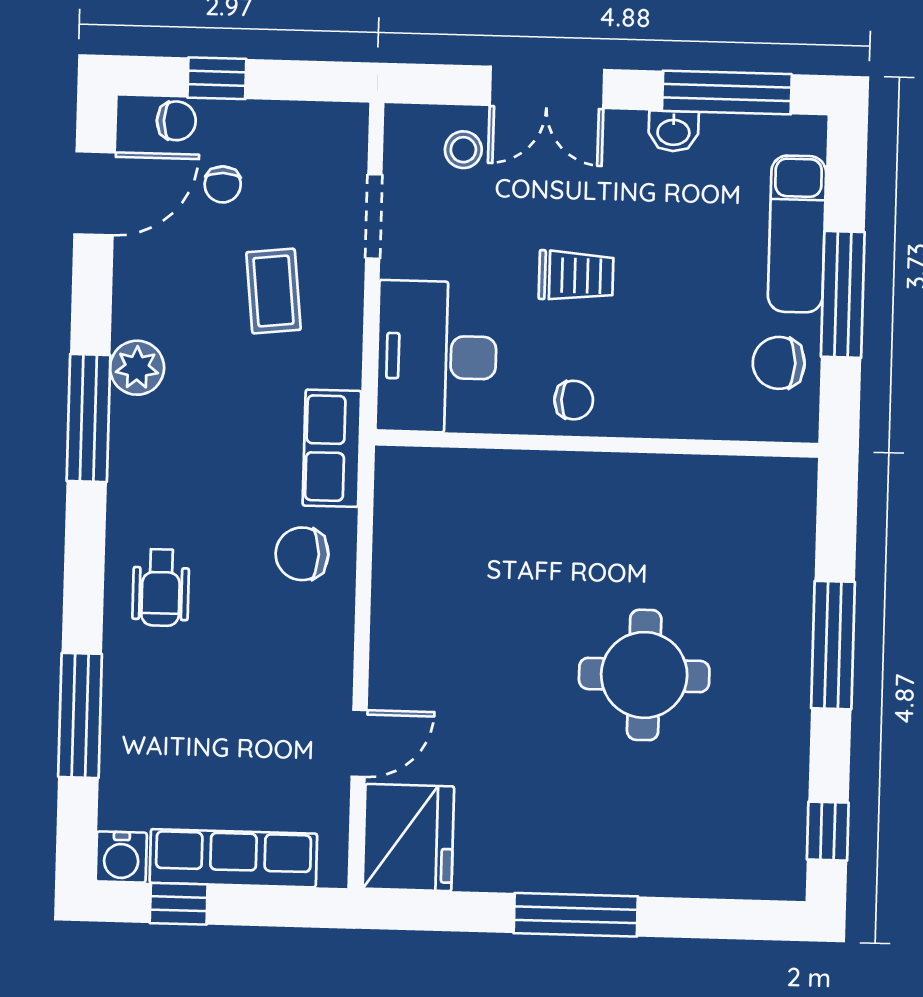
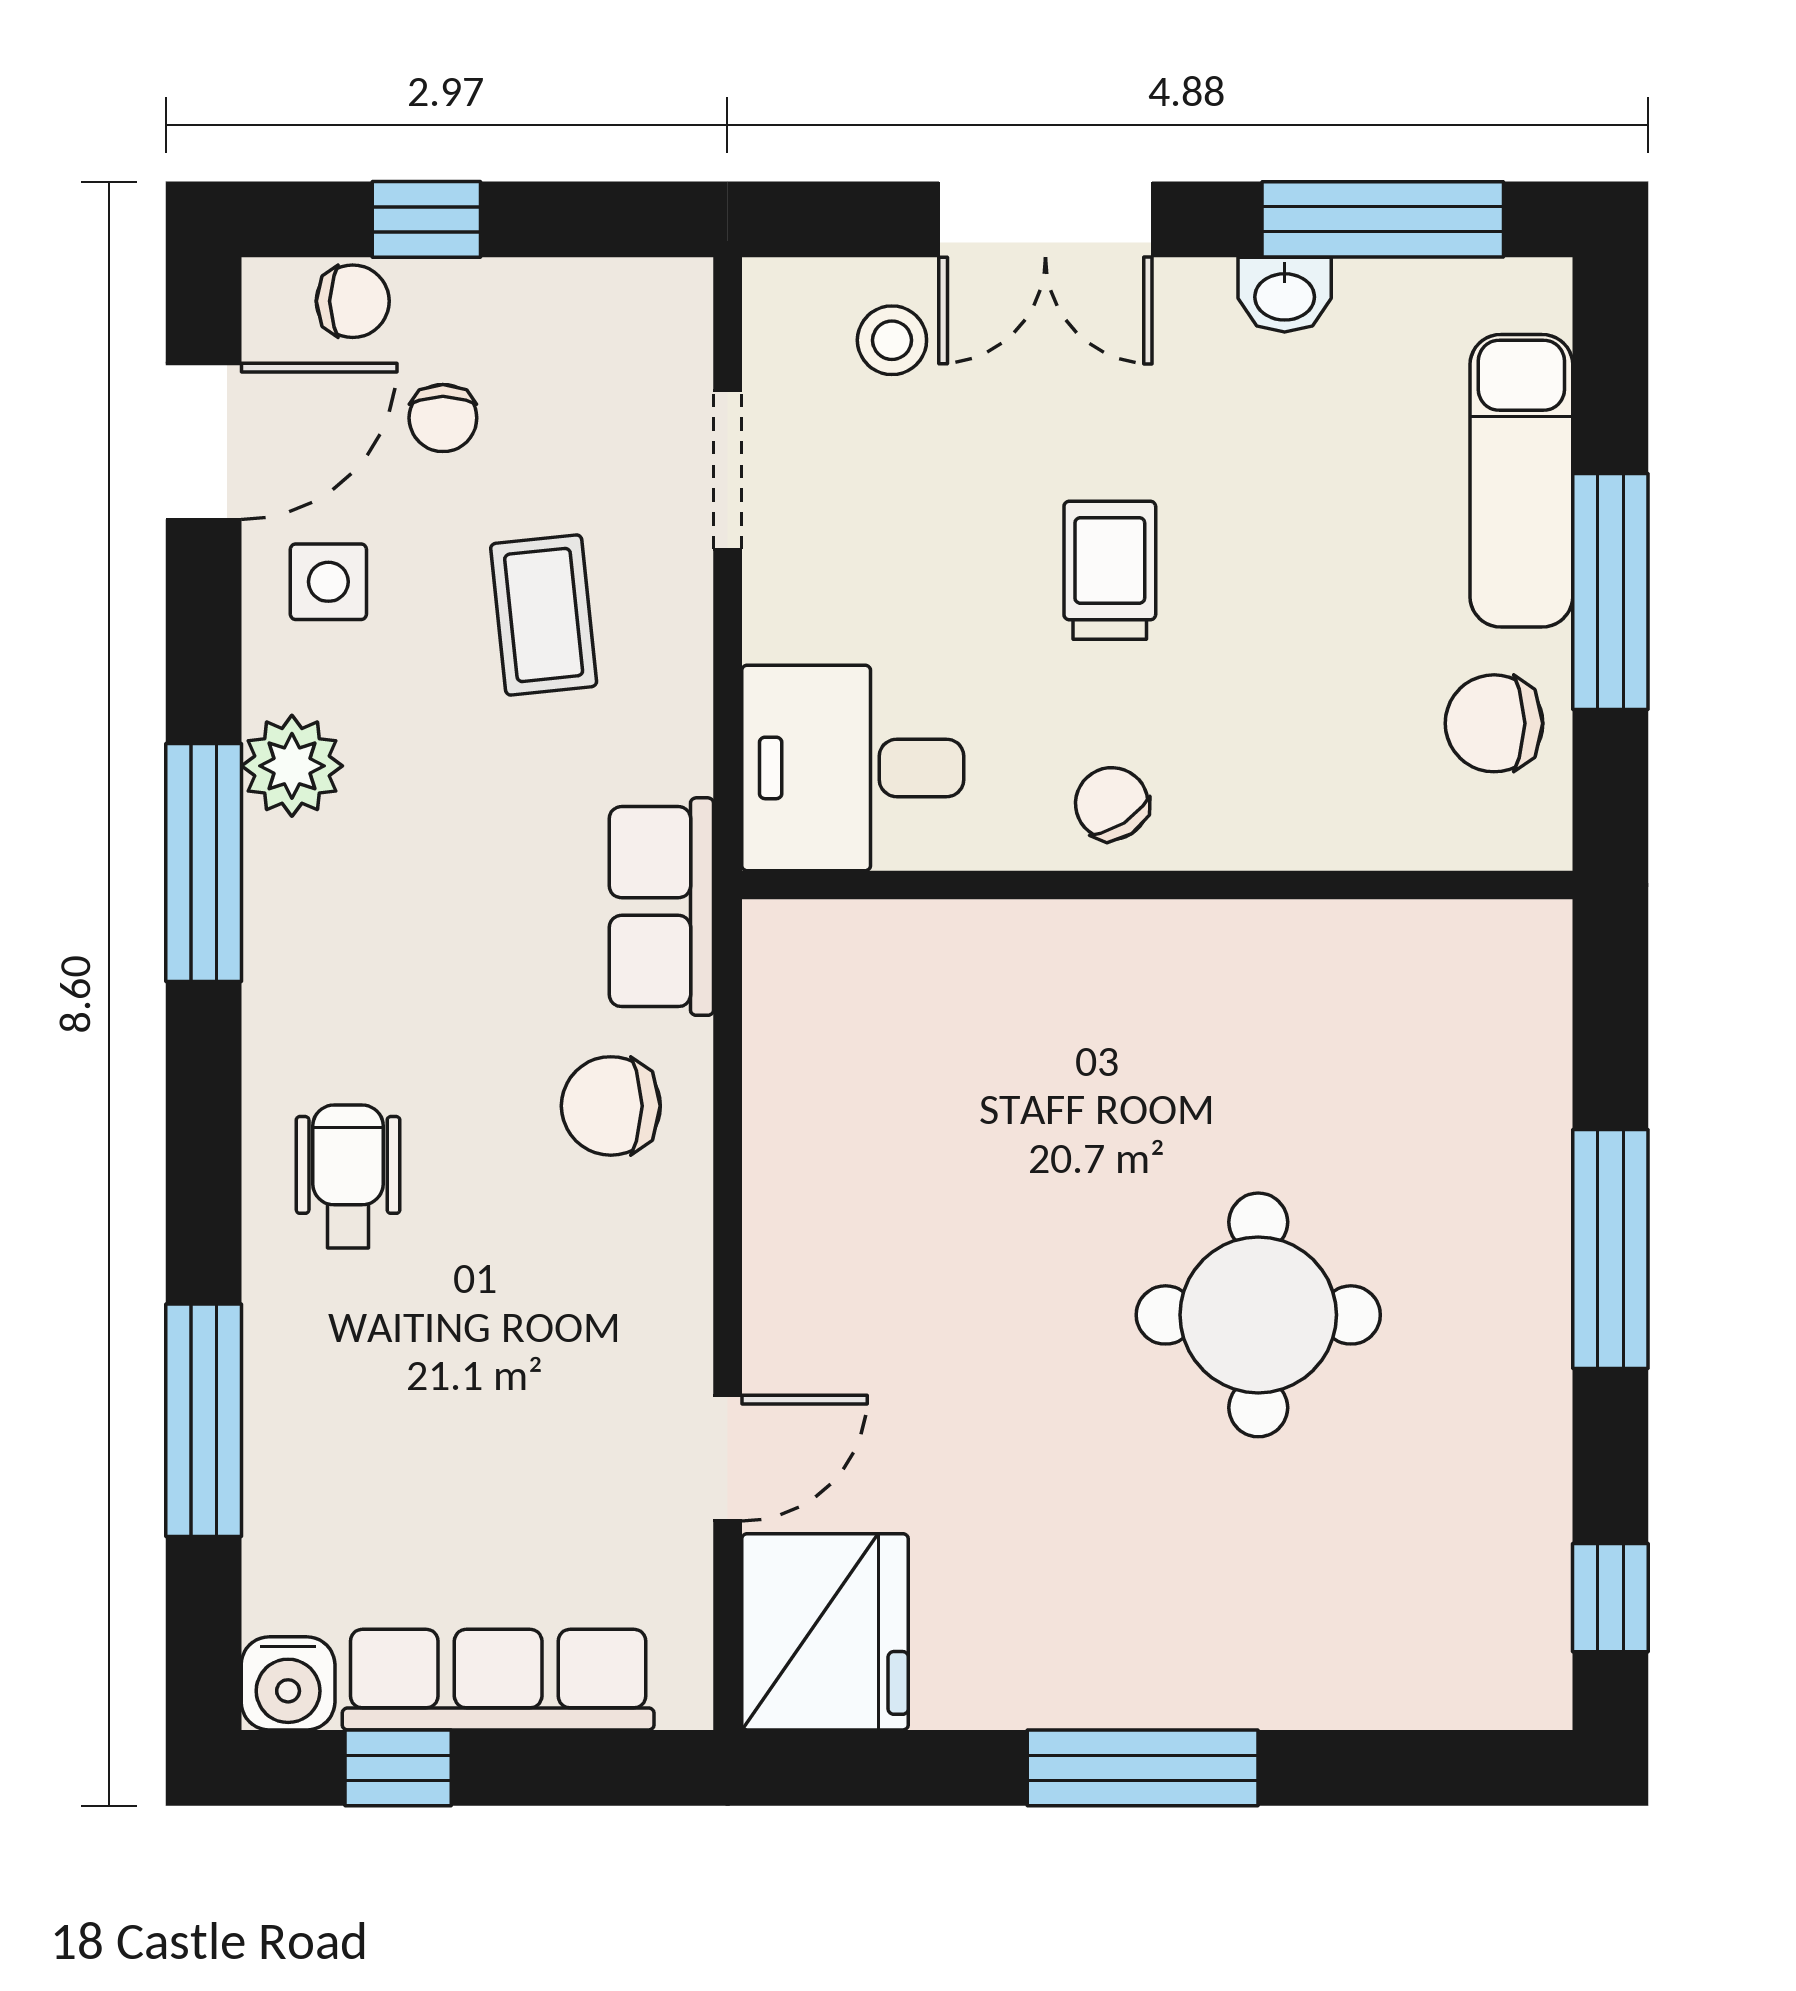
side table: (159, 270) -> (328, 582), added
trolley: (576, 276) -> (1110, 570), turned -90
desk: (437, 357) -> (853, 768), width x0.73
chair: (574, 400) -> (1112, 804), turned -123
wheelchair: (161, 587) -> (348, 1176), turned 180

